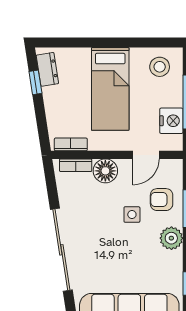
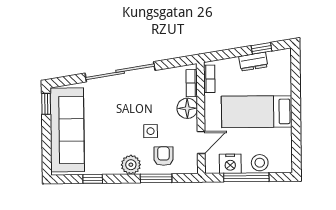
stool: (160, 67) -> (260, 163), moved
dresser: (47, 69) -> (253, 62), moved
door: (146, 155) -> (201, 142), swing flipped

